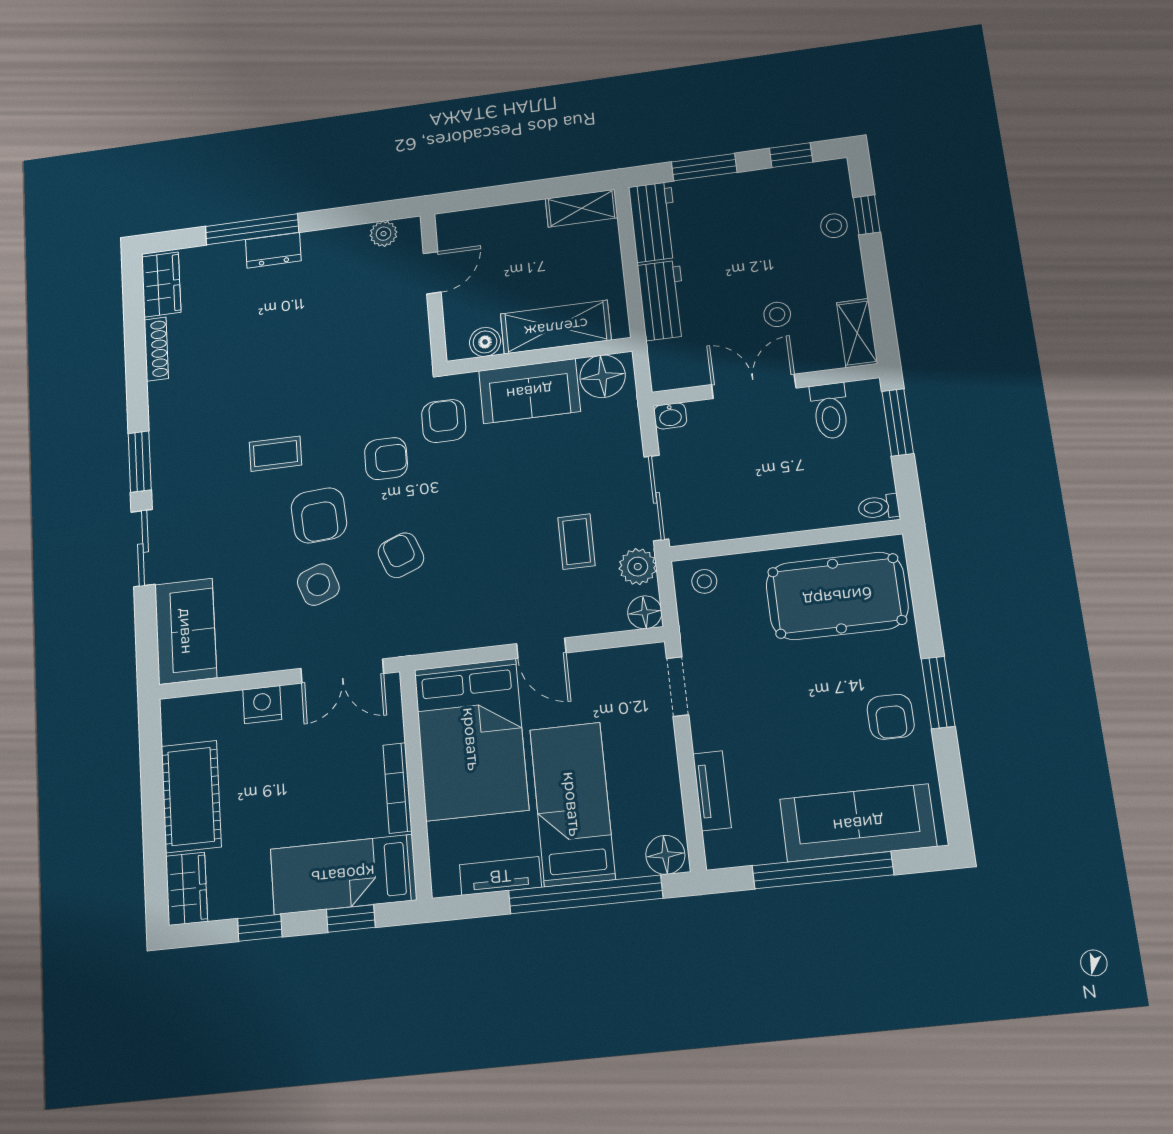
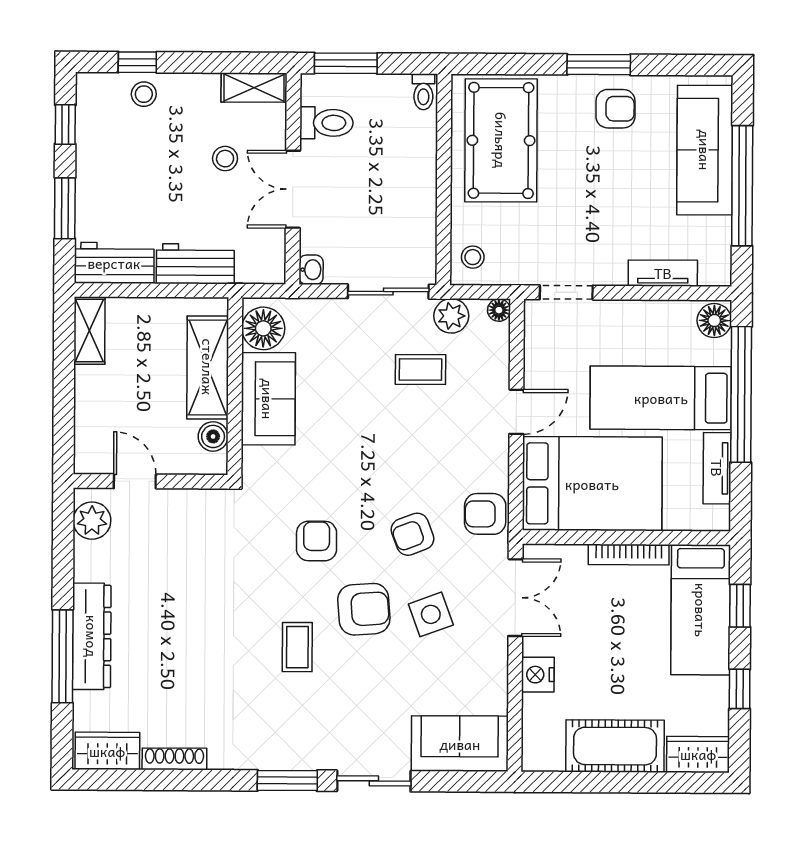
plant: (384, 234) -> (92, 521), width x1.38, depth x1.38
dresser: (273, 250) -> (92, 636), width x1.96, depth x1.24
armchair: (444, 421) -> (485, 514), moved
floor lamp: (645, 612) -> (499, 310), width x0.73, depth x0.73

